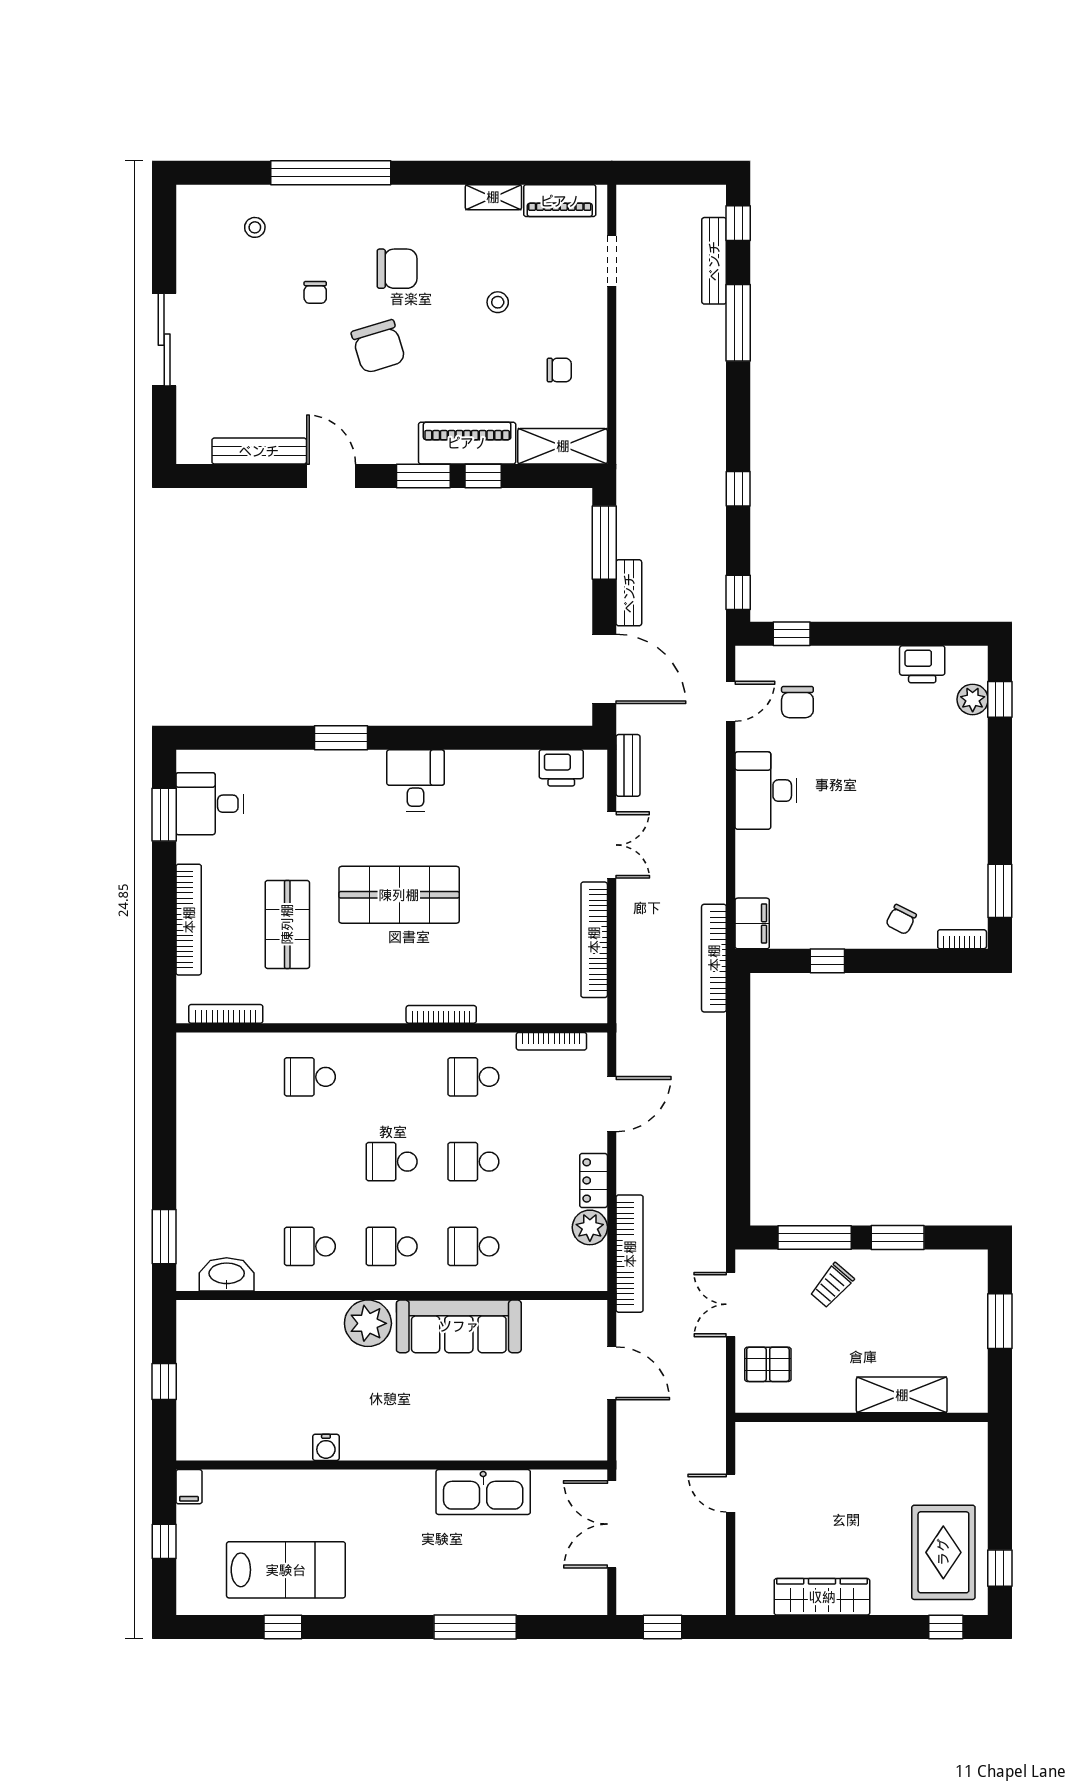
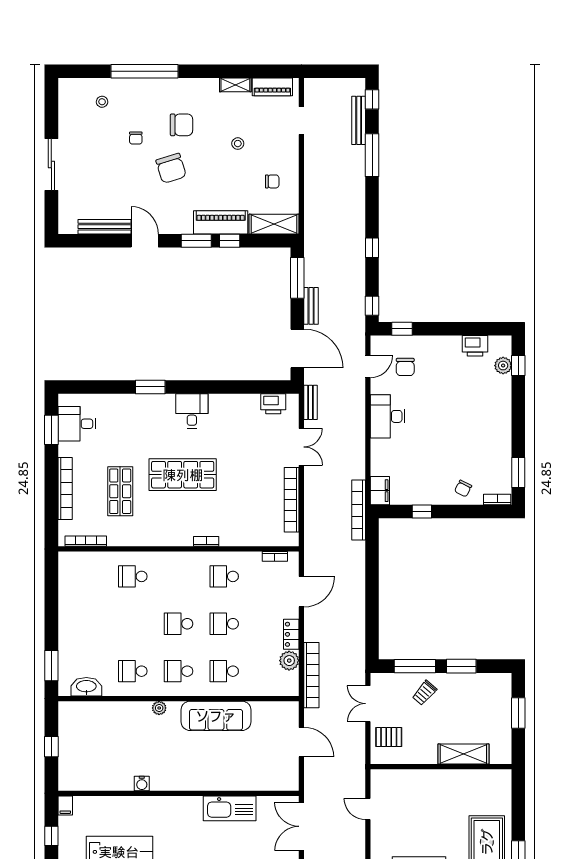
bookcase: (441, 1014) -> (206, 541), width x0.64
bookcase: (551, 1041) -> (275, 556), width x0.64
plant: (368, 1323) -> (159, 708), width x0.53, depth x0.53

